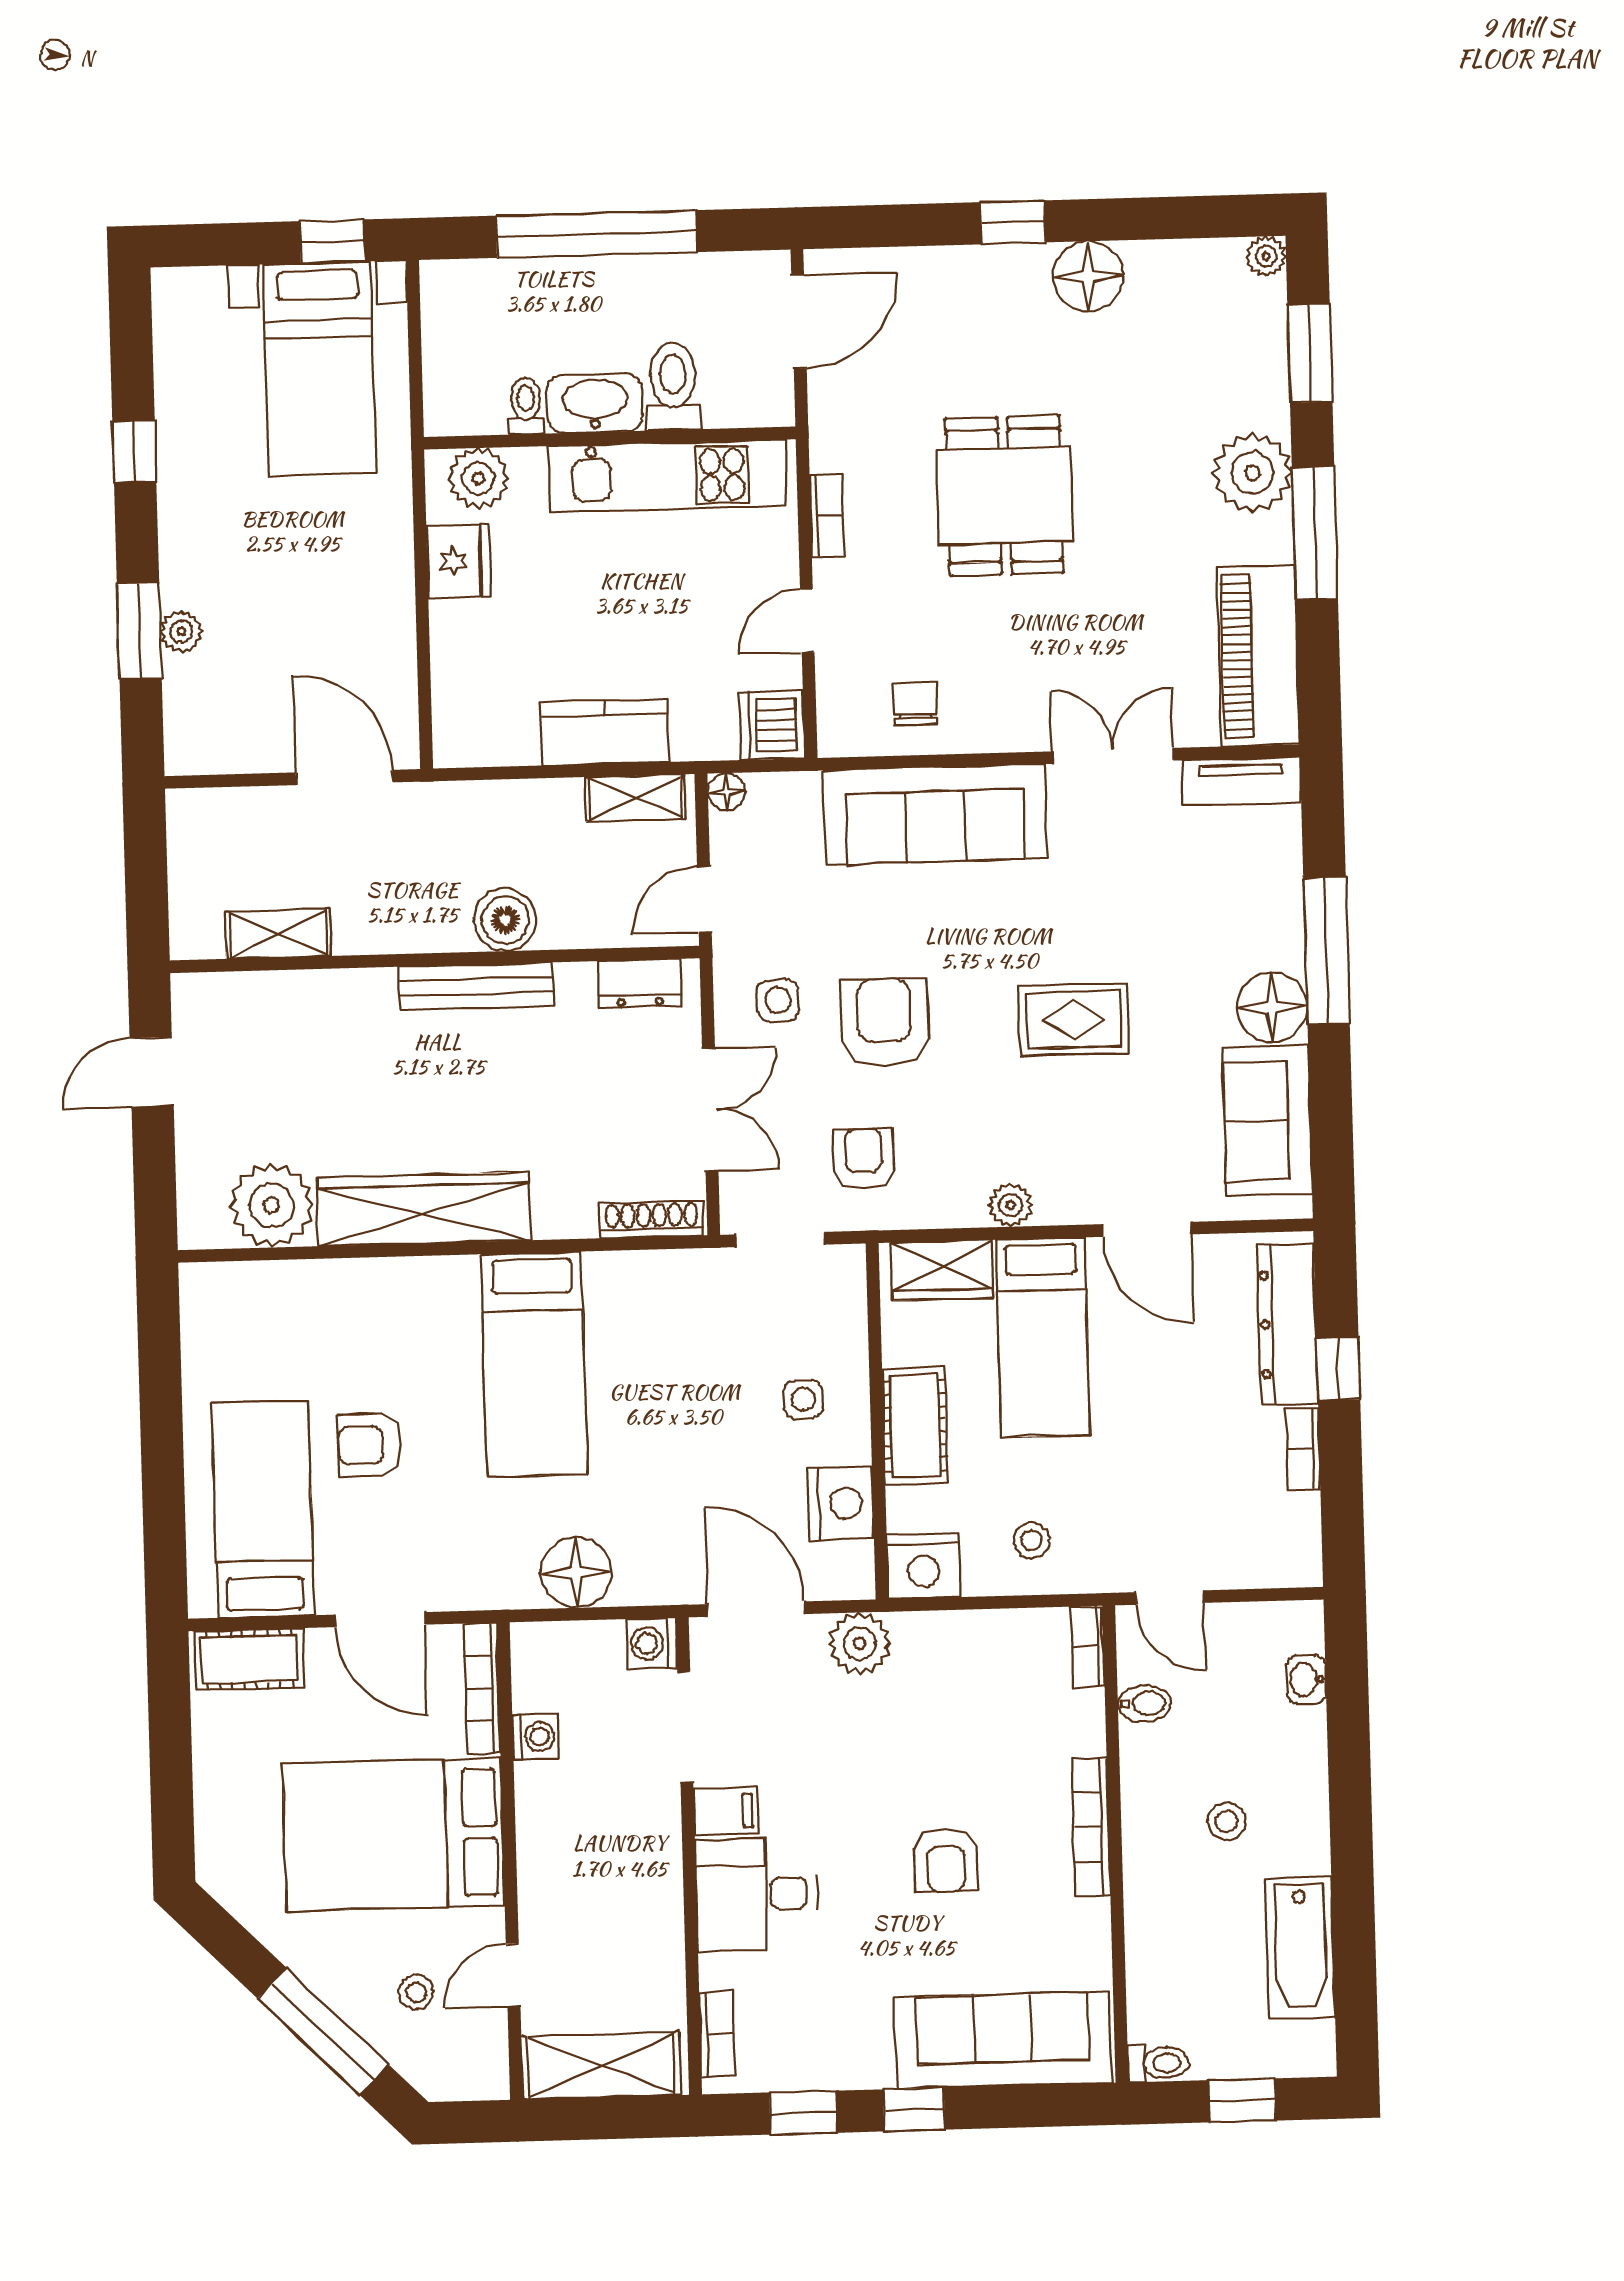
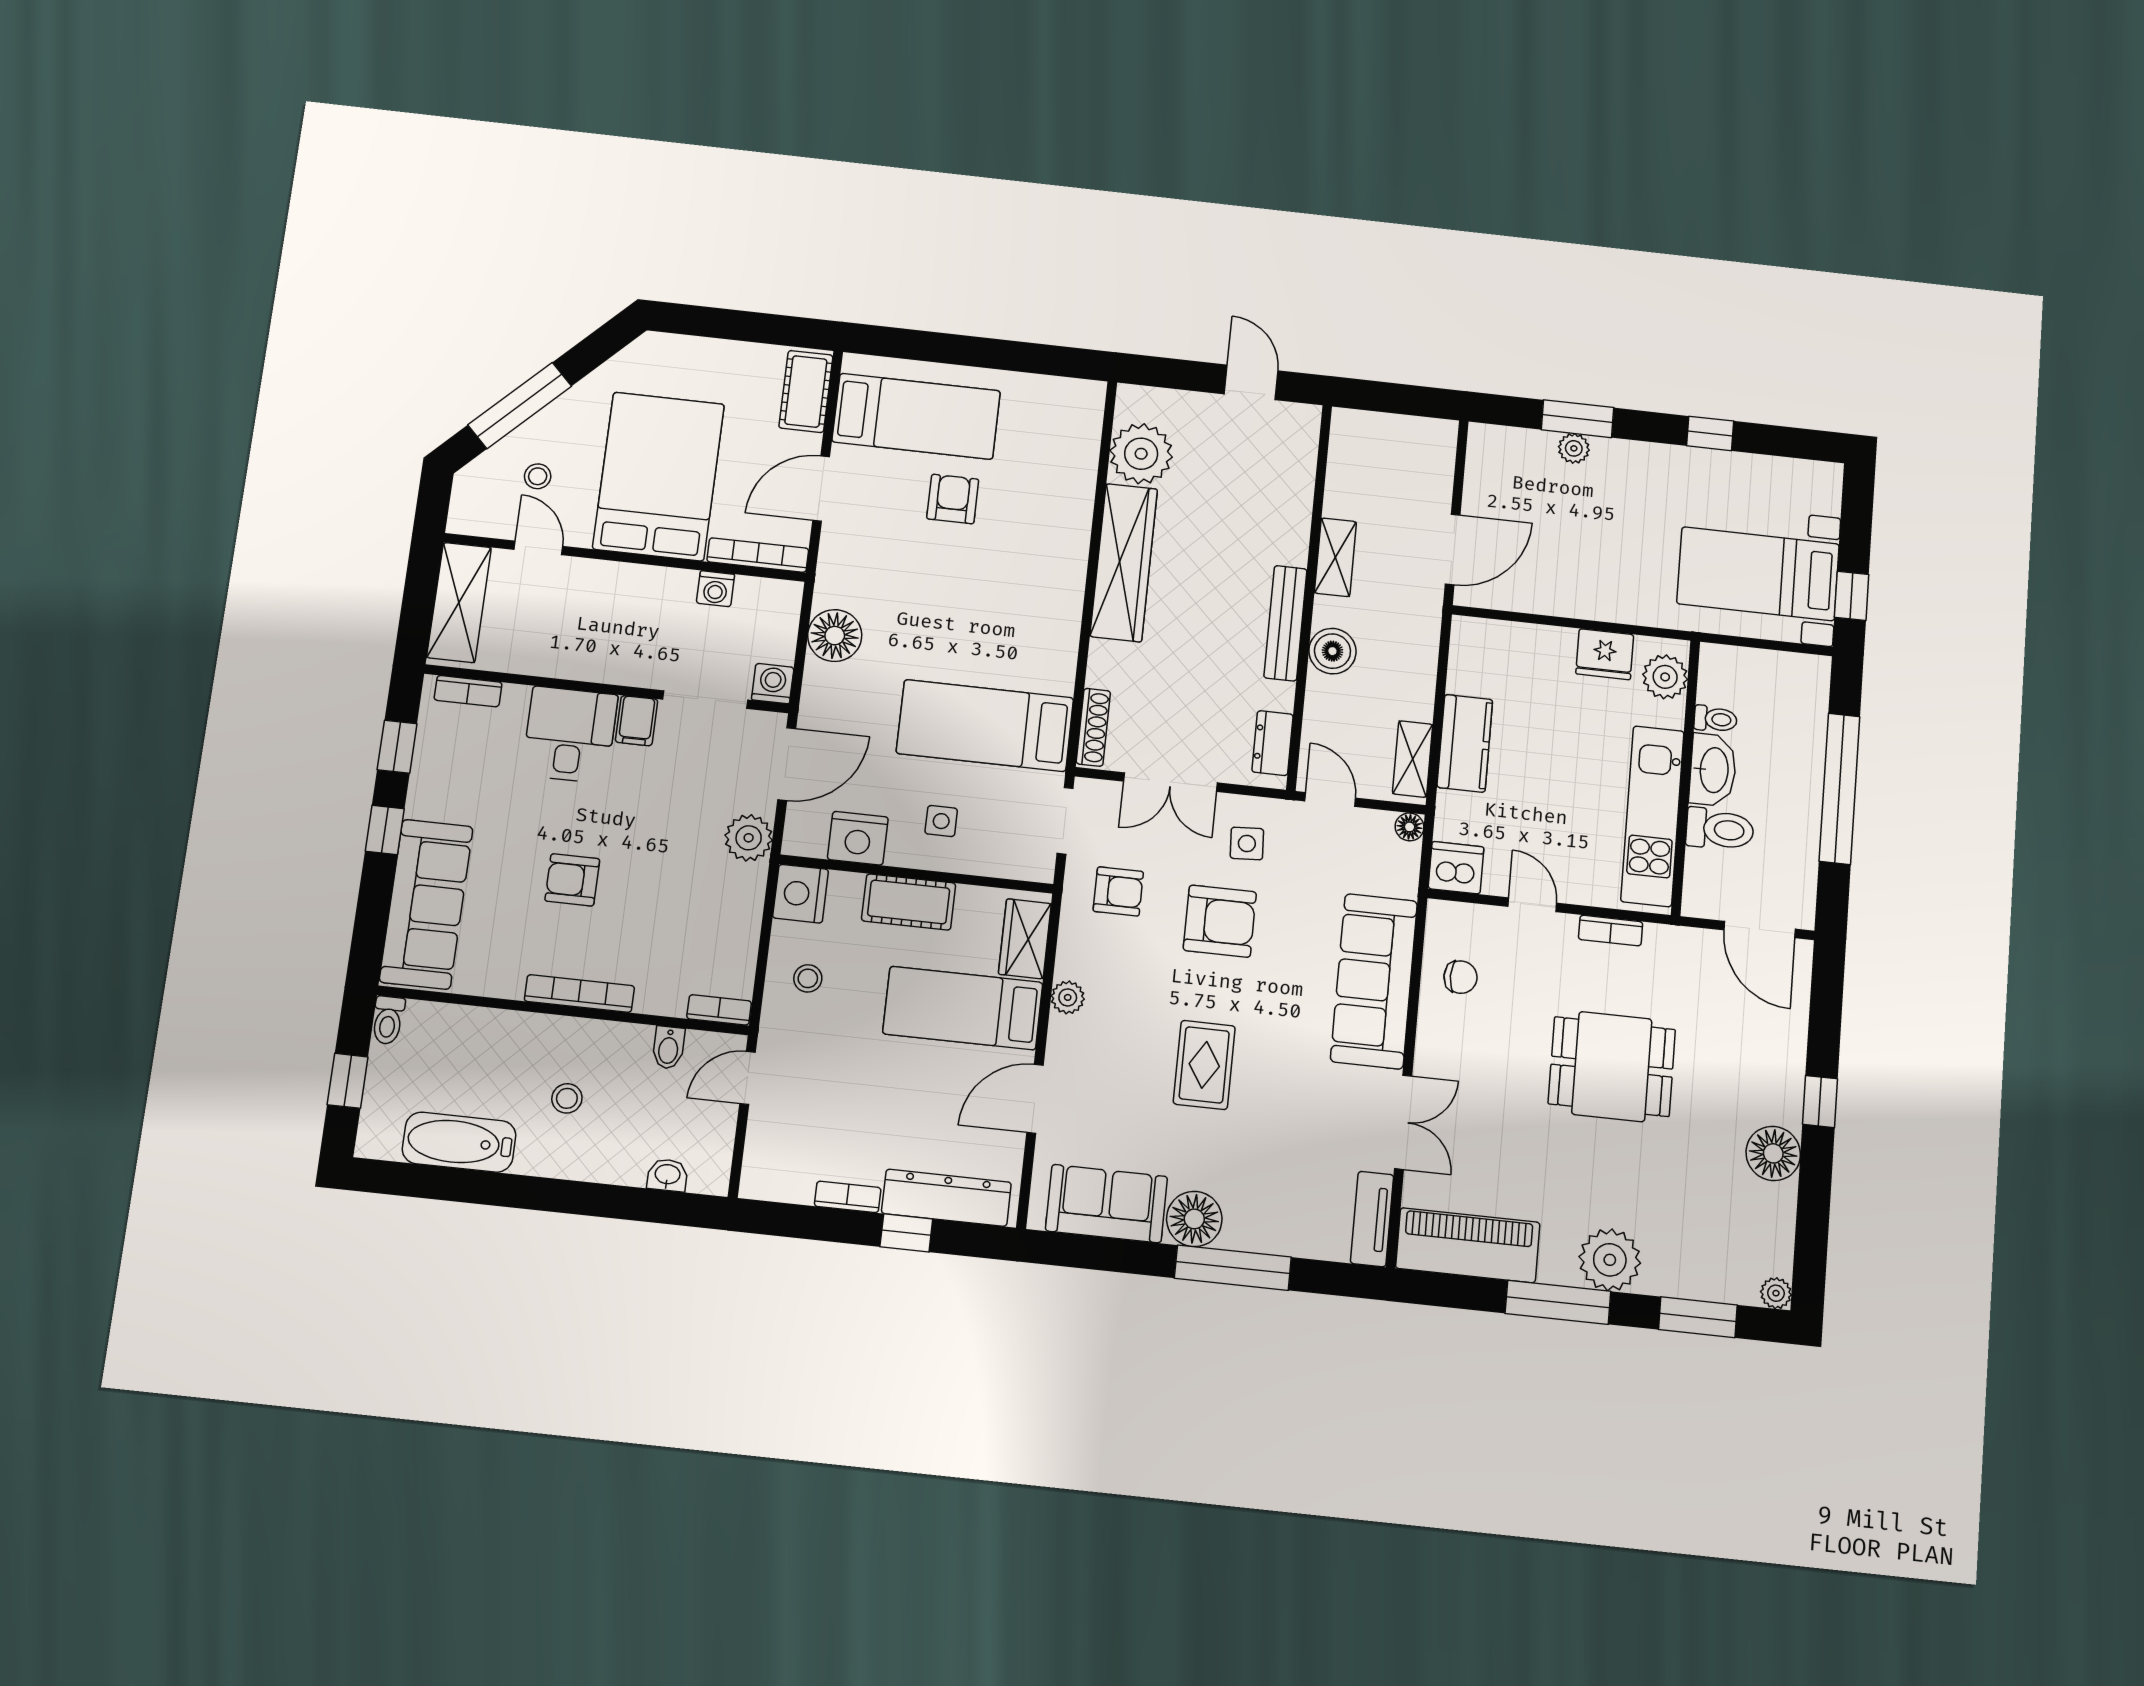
shelving: (278, 934) -> (1335, 557), moved
bed: (534, 1364) -> (985, 726), moved

